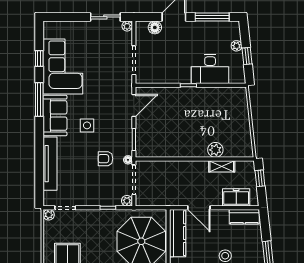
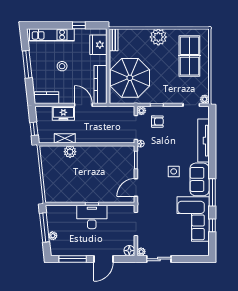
floor lamp: (155, 27) -> (129, 251), moved
window: (247, 56) -> (44, 227), width x2.17
desk: (210, 69) -> (92, 217), moved
armchair: (105, 159) -> (157, 122), moved
freezer: (236, 197) -> (63, 113), moved

